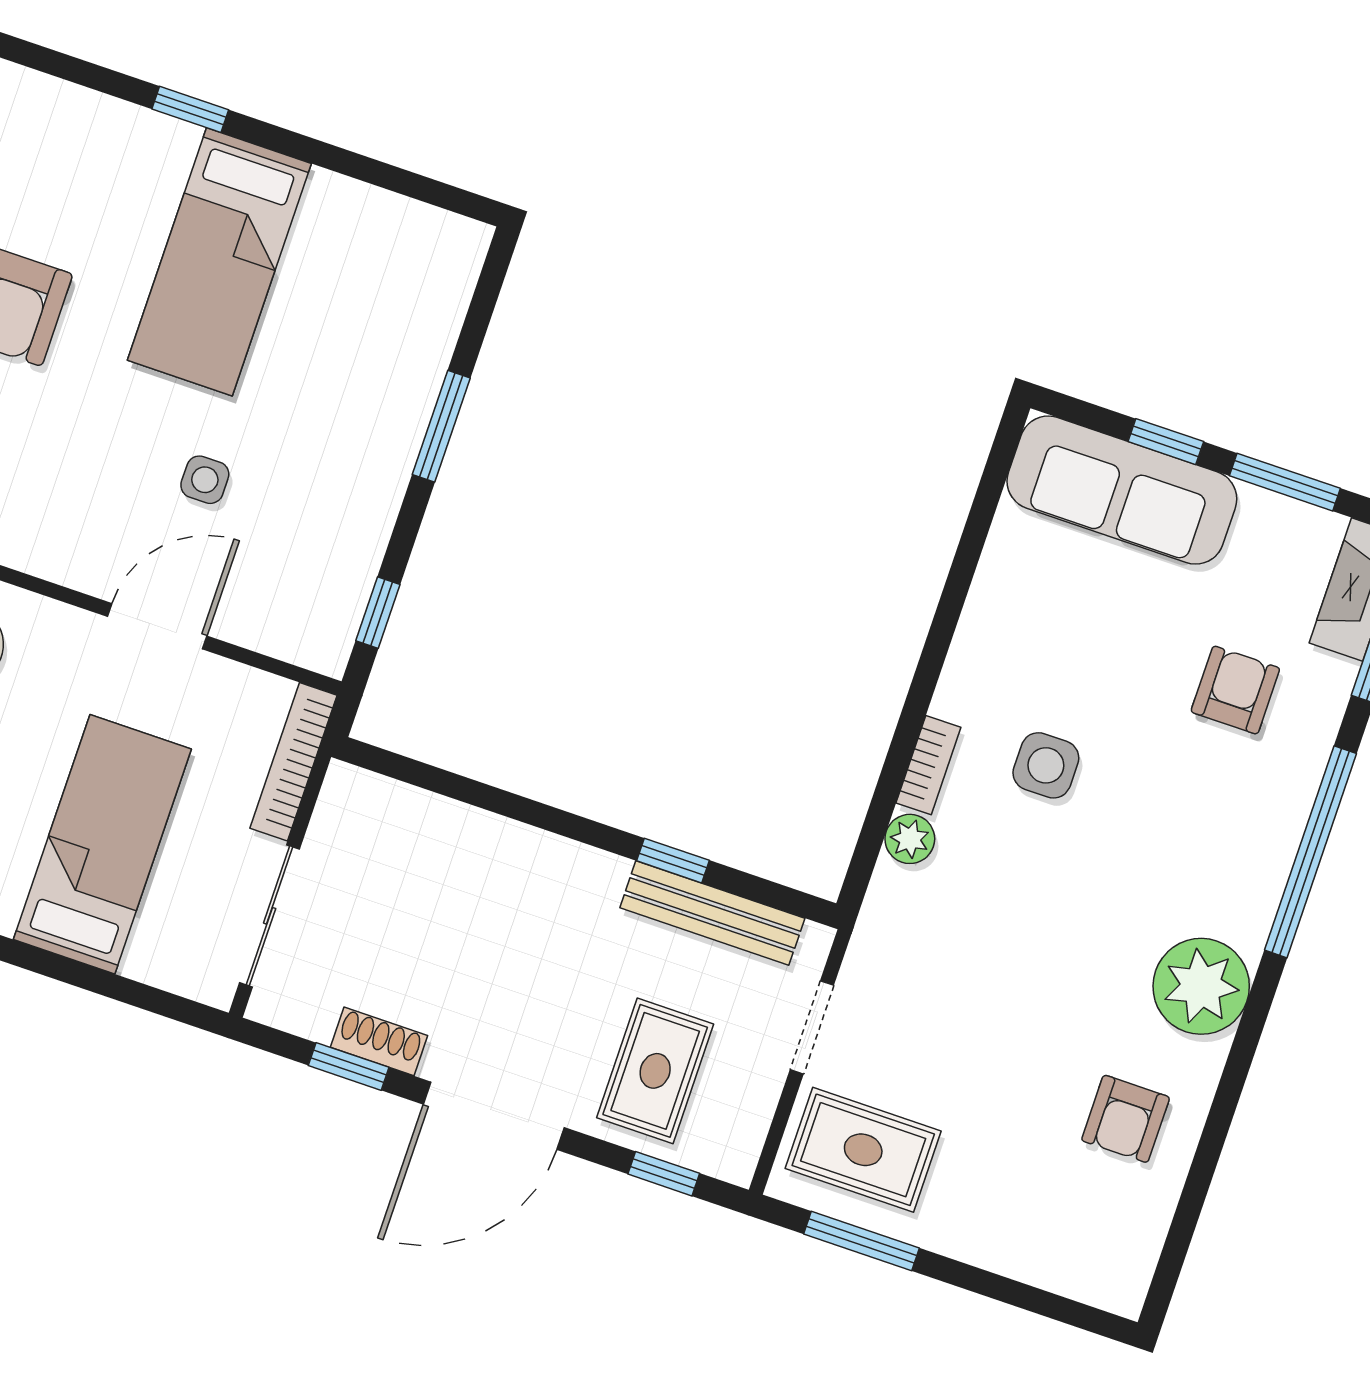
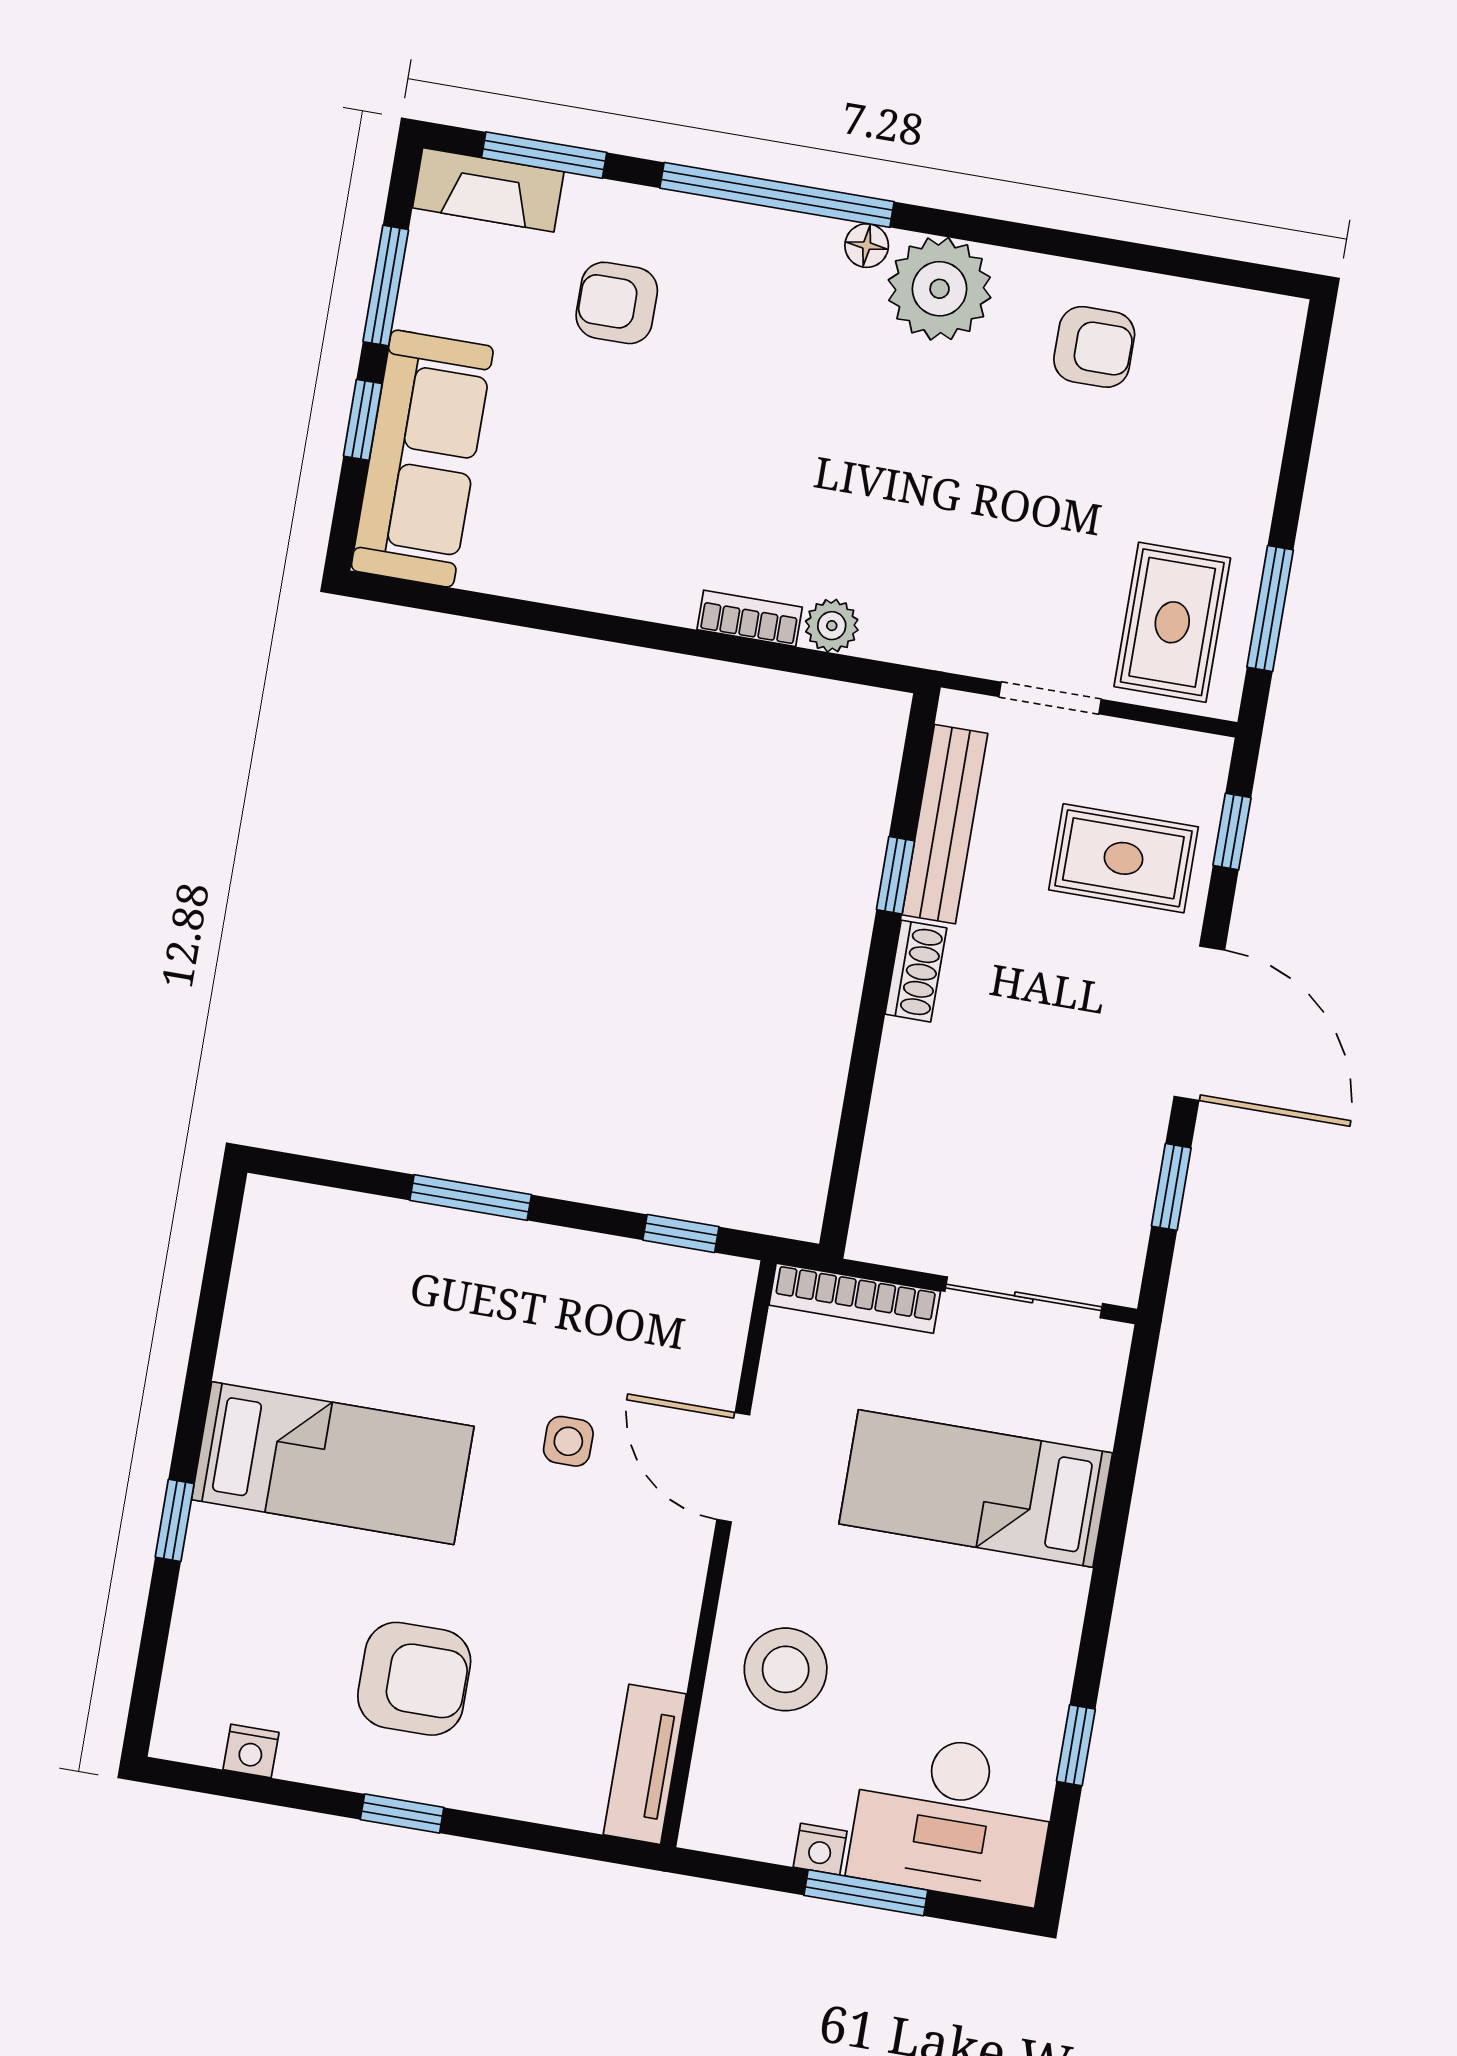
side table: (1046, 765) -> (730, 493), removed
floor lamp: (1251, 926) -> (867, 246), added
shoe rack: (379, 1041) -> (916, 971), moved, turned 180

